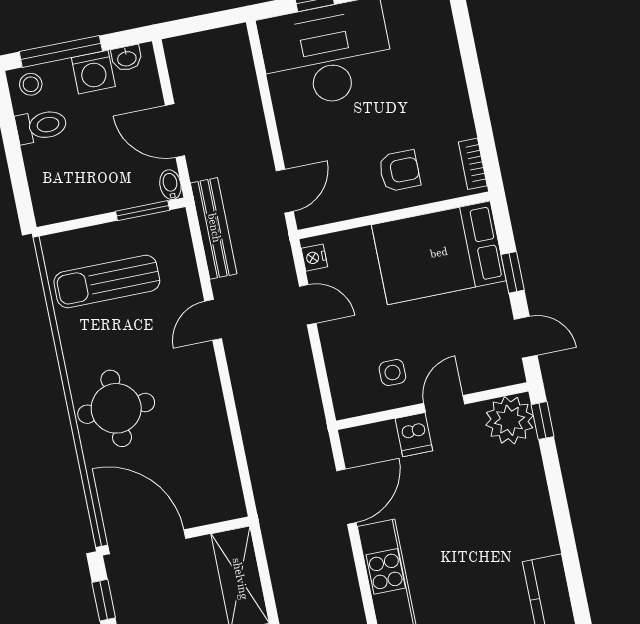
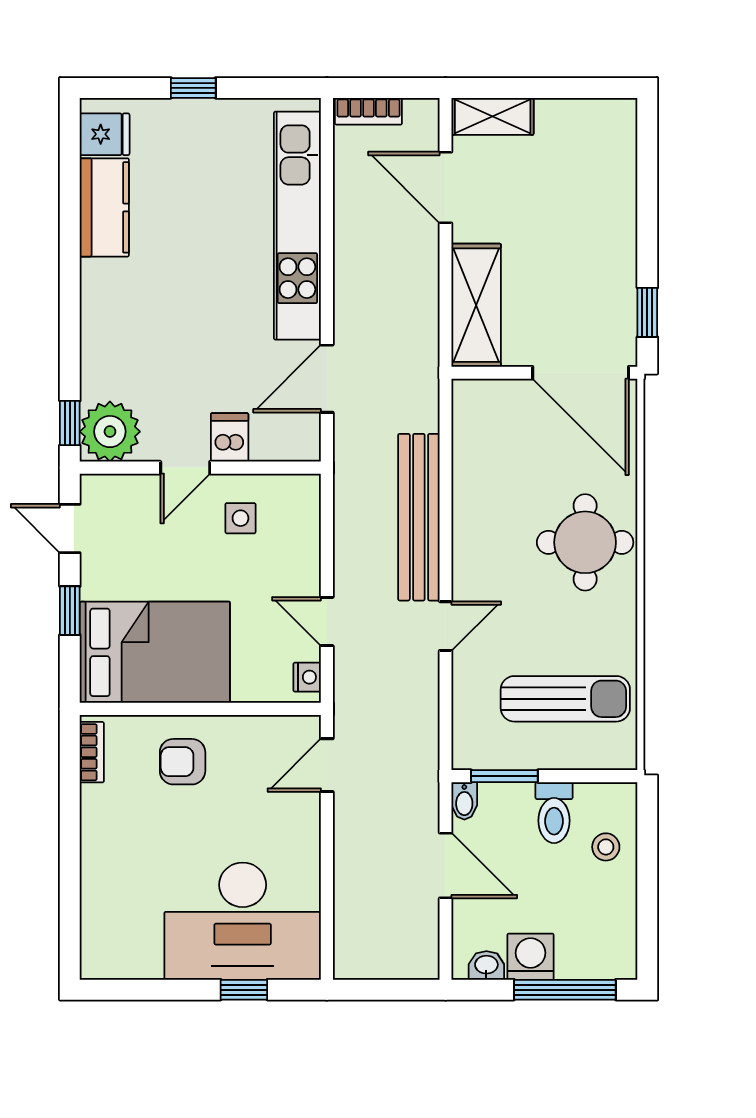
stool: (31, 84) -> (606, 847), moved
toilet: (41, 126) -> (554, 813), moved, turned -90
bench: (214, 228) -> (419, 517), moved, width x1.37, depth x1.21

